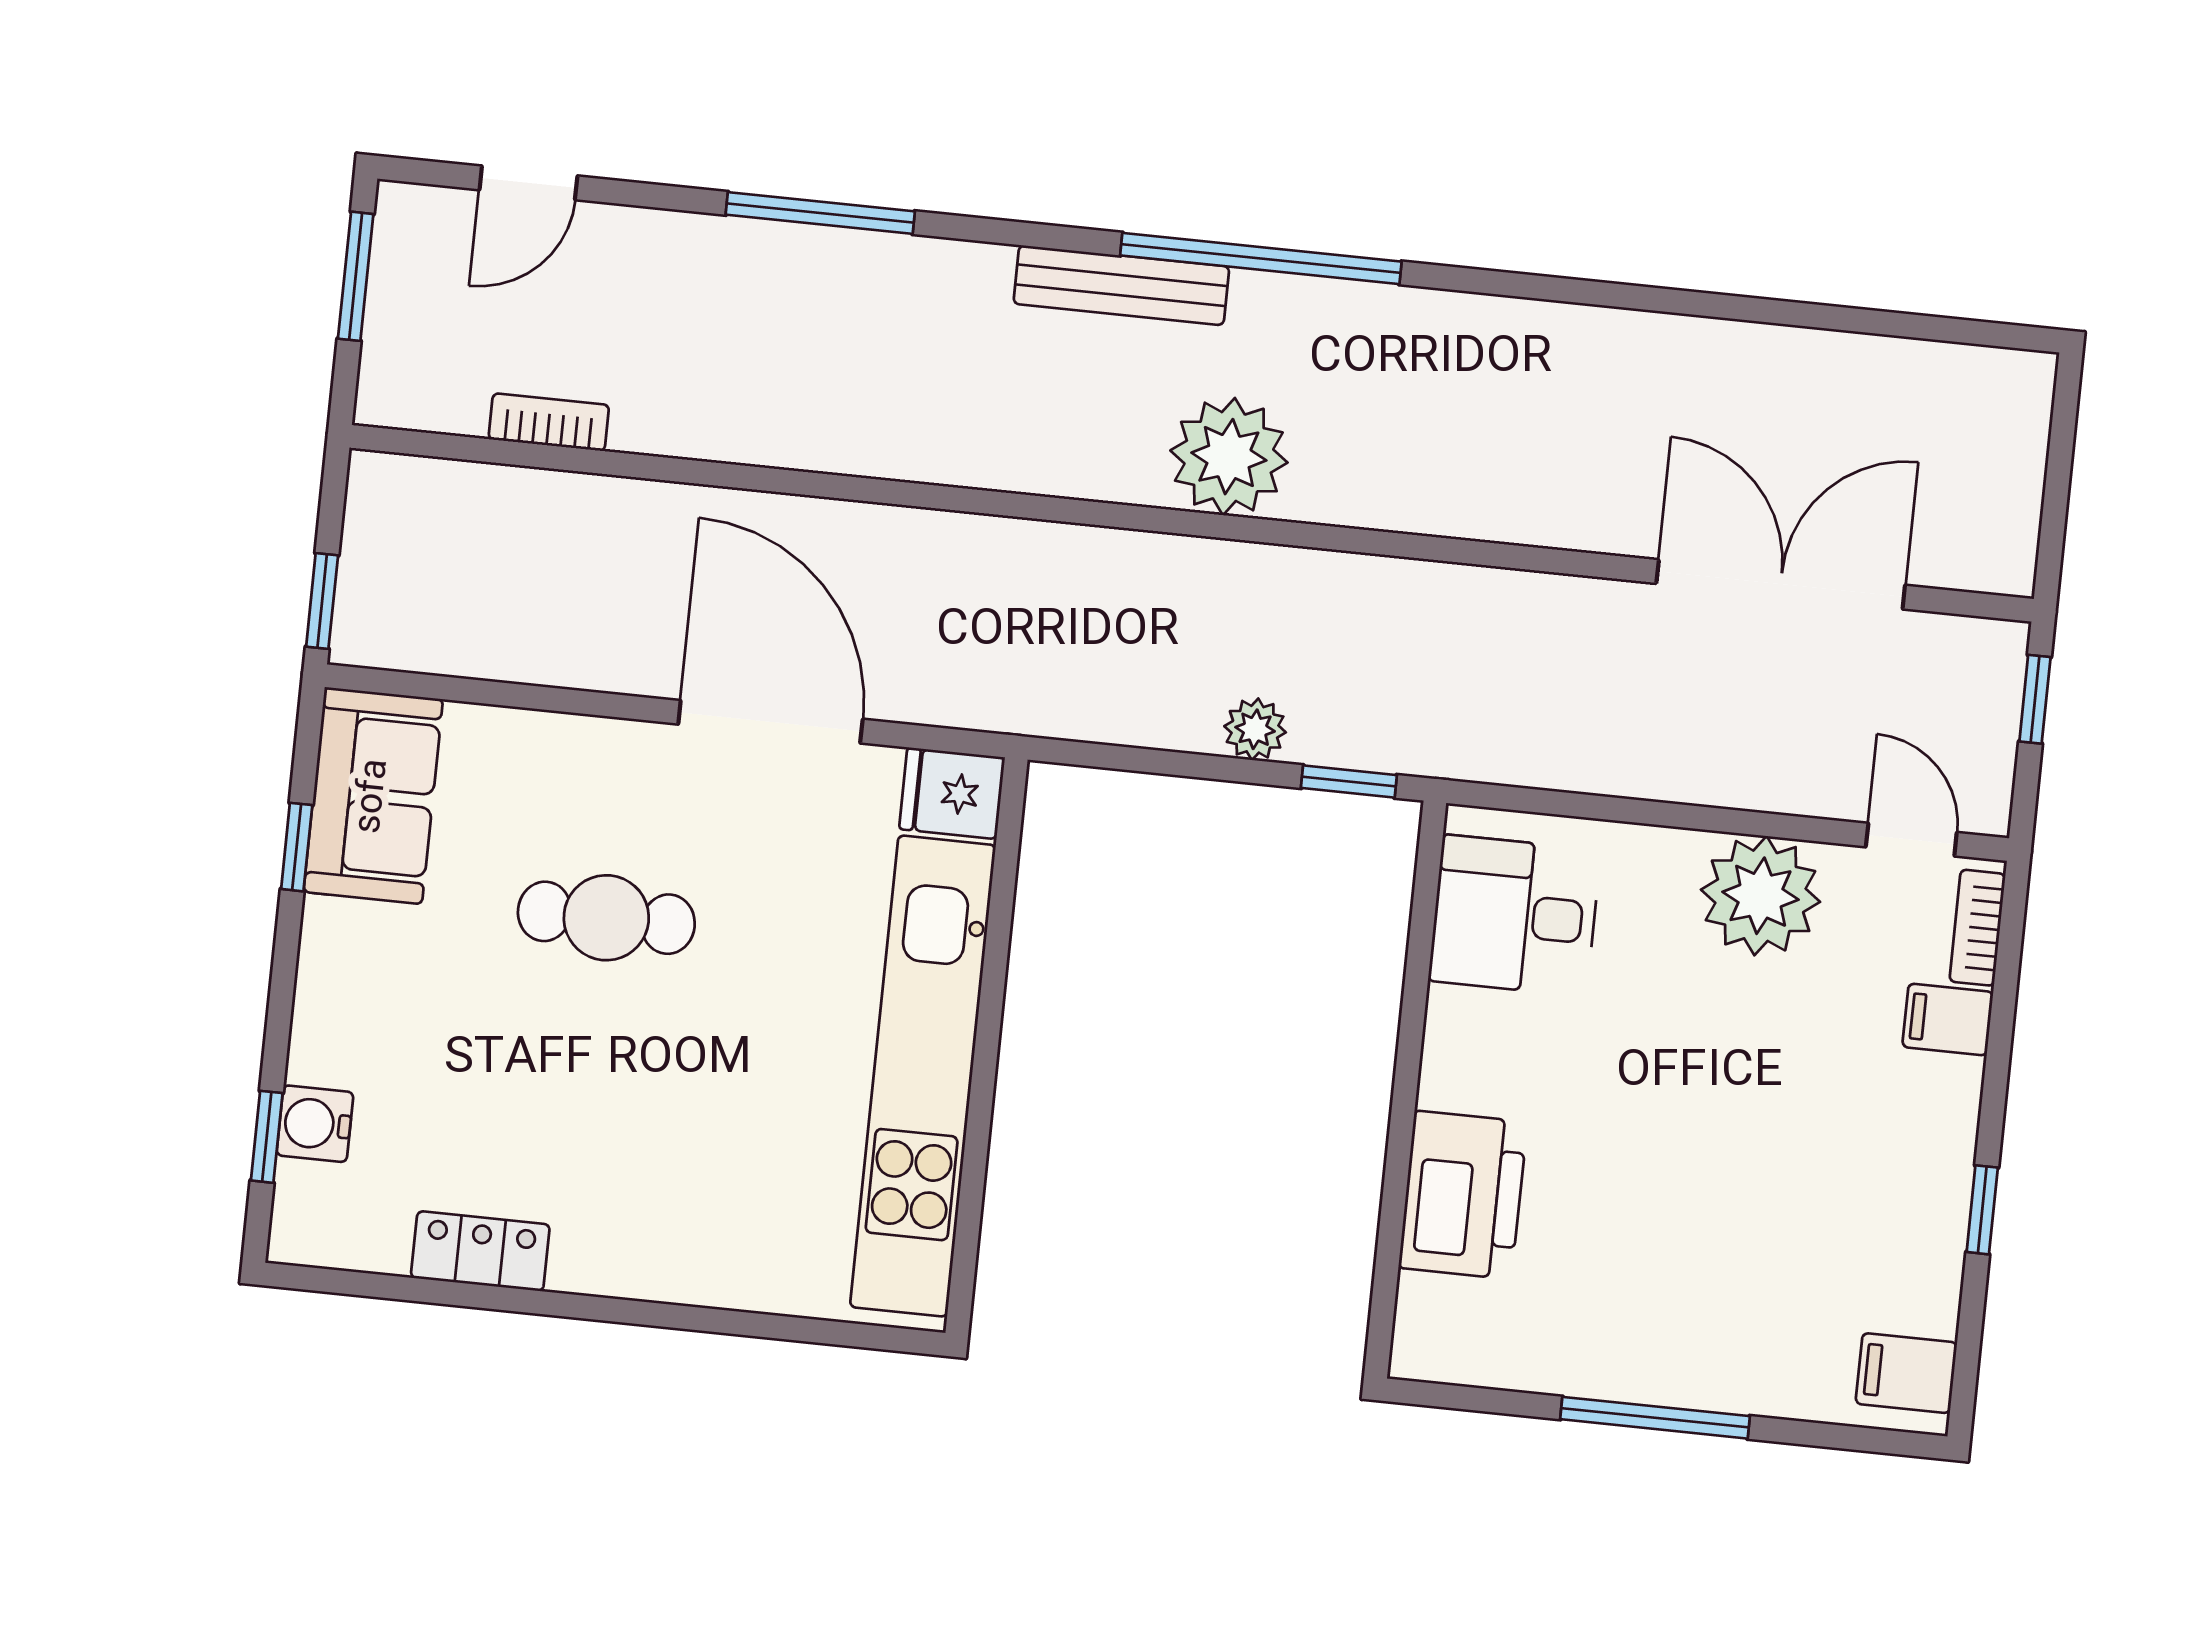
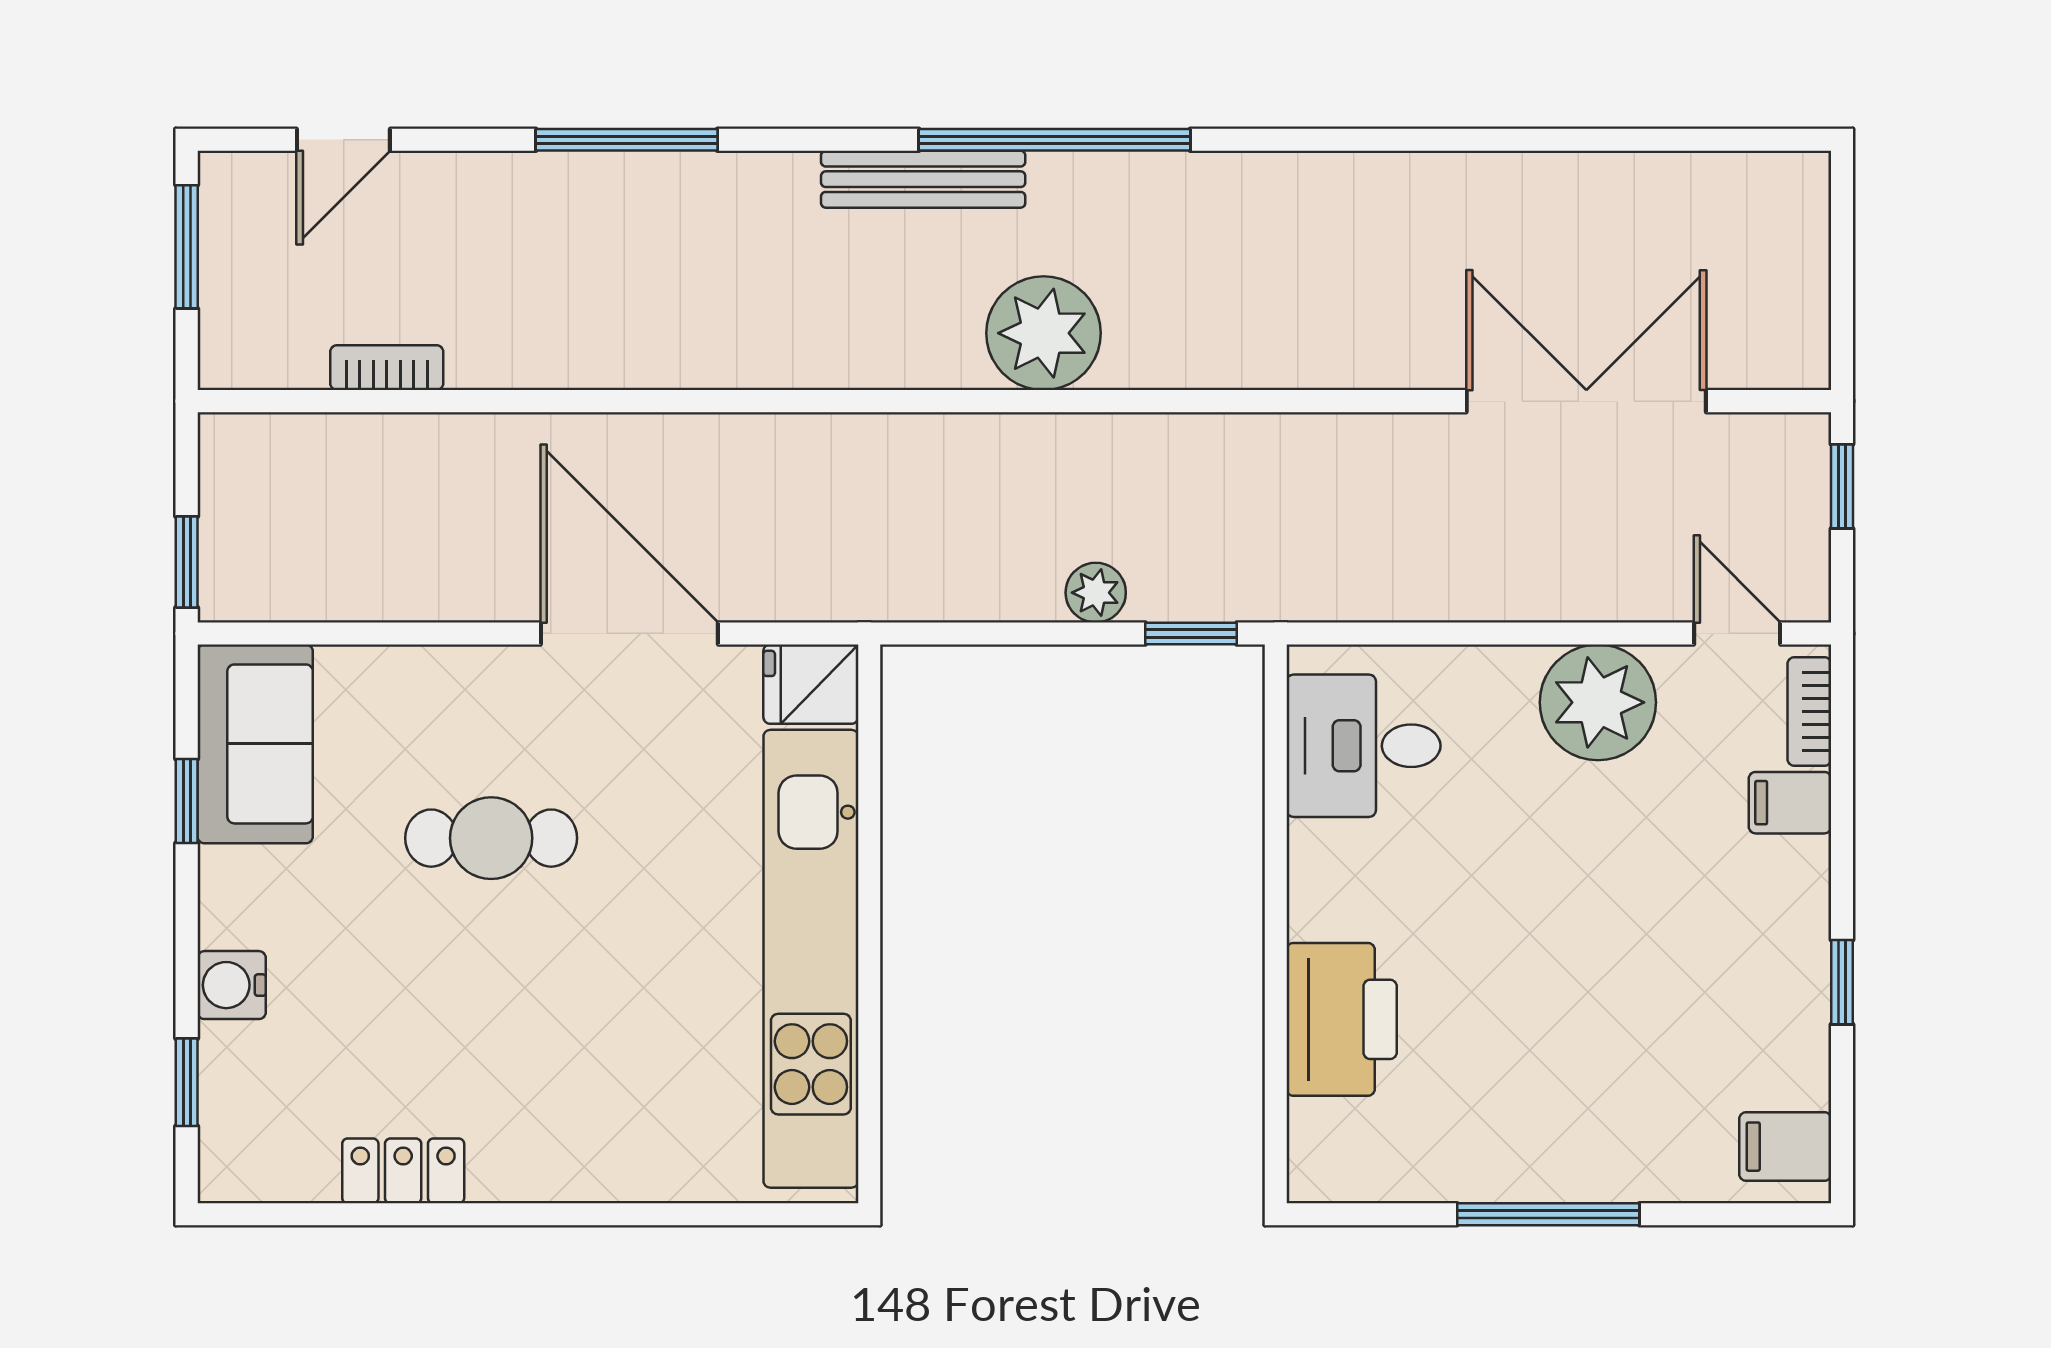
water cooler: (315, 1124) -> (232, 985), moved

